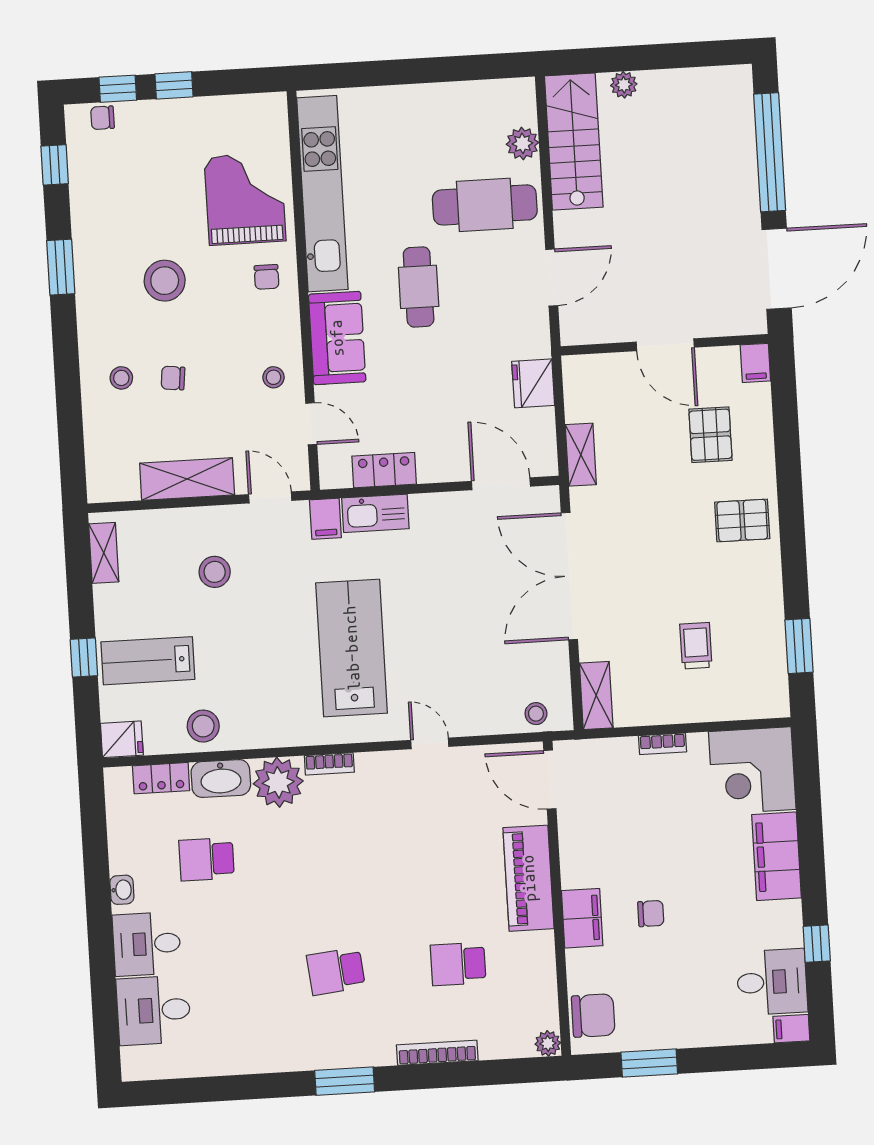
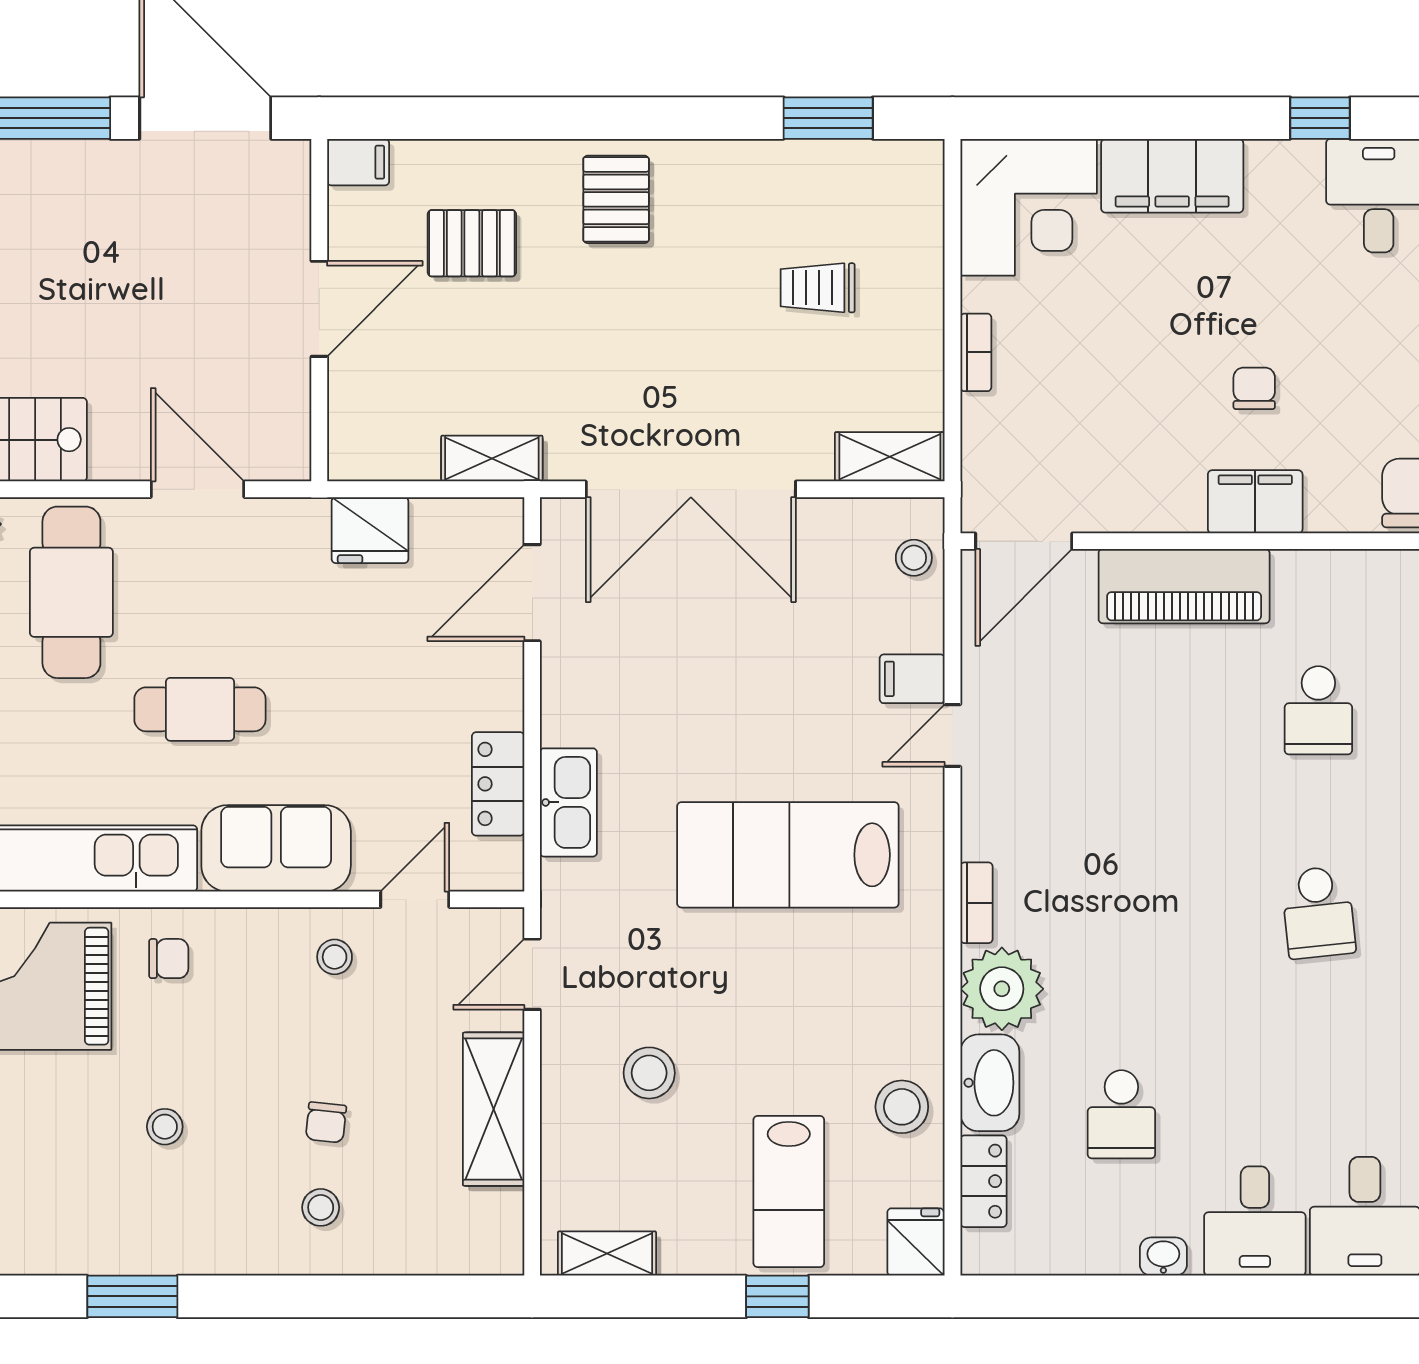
stool: (165, 281) -> (165, 1127), width x0.53, depth x0.53
filing cabinet: (325, 519) -> (912, 679), moved, turned 180

